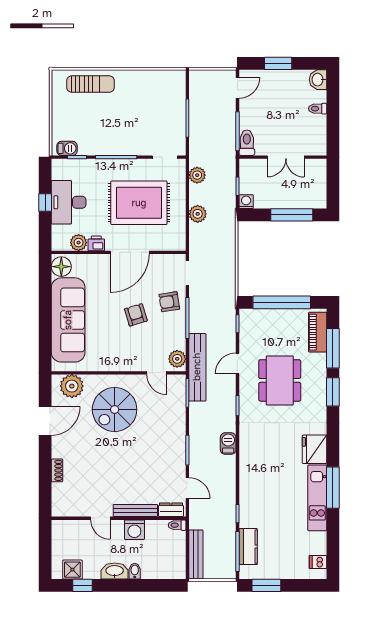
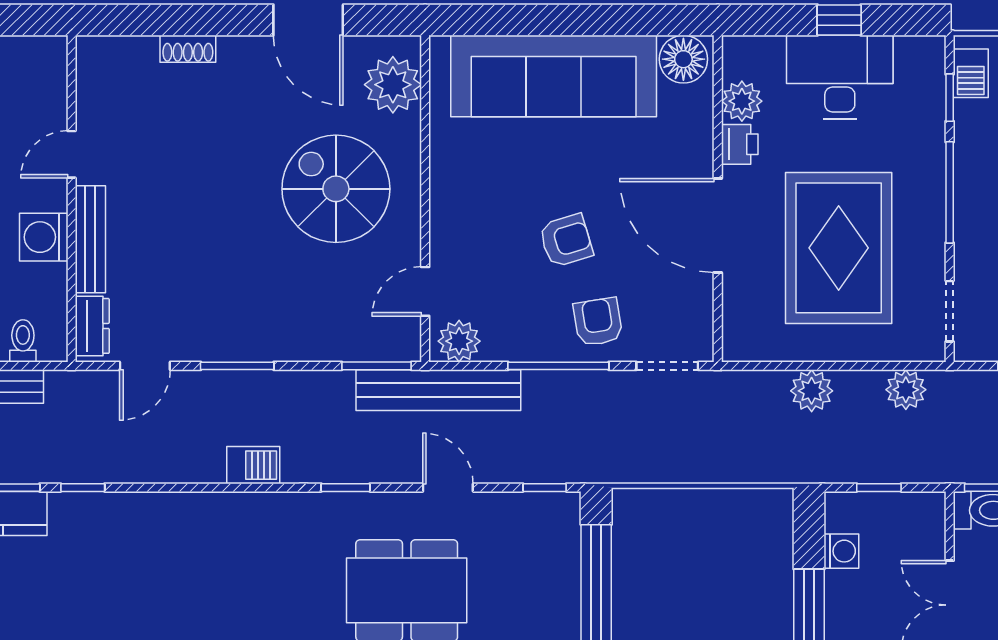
washing machine: (246, 202) -> (841, 551), moved
toilet: (177, 525) -> (23, 341), moved

